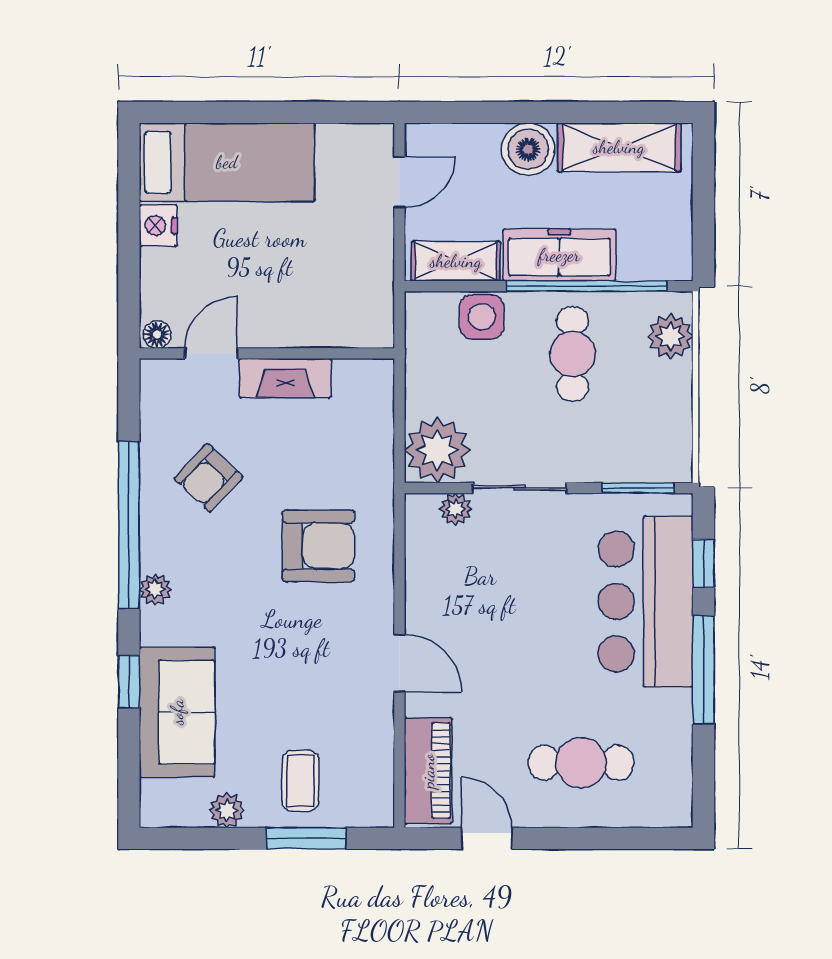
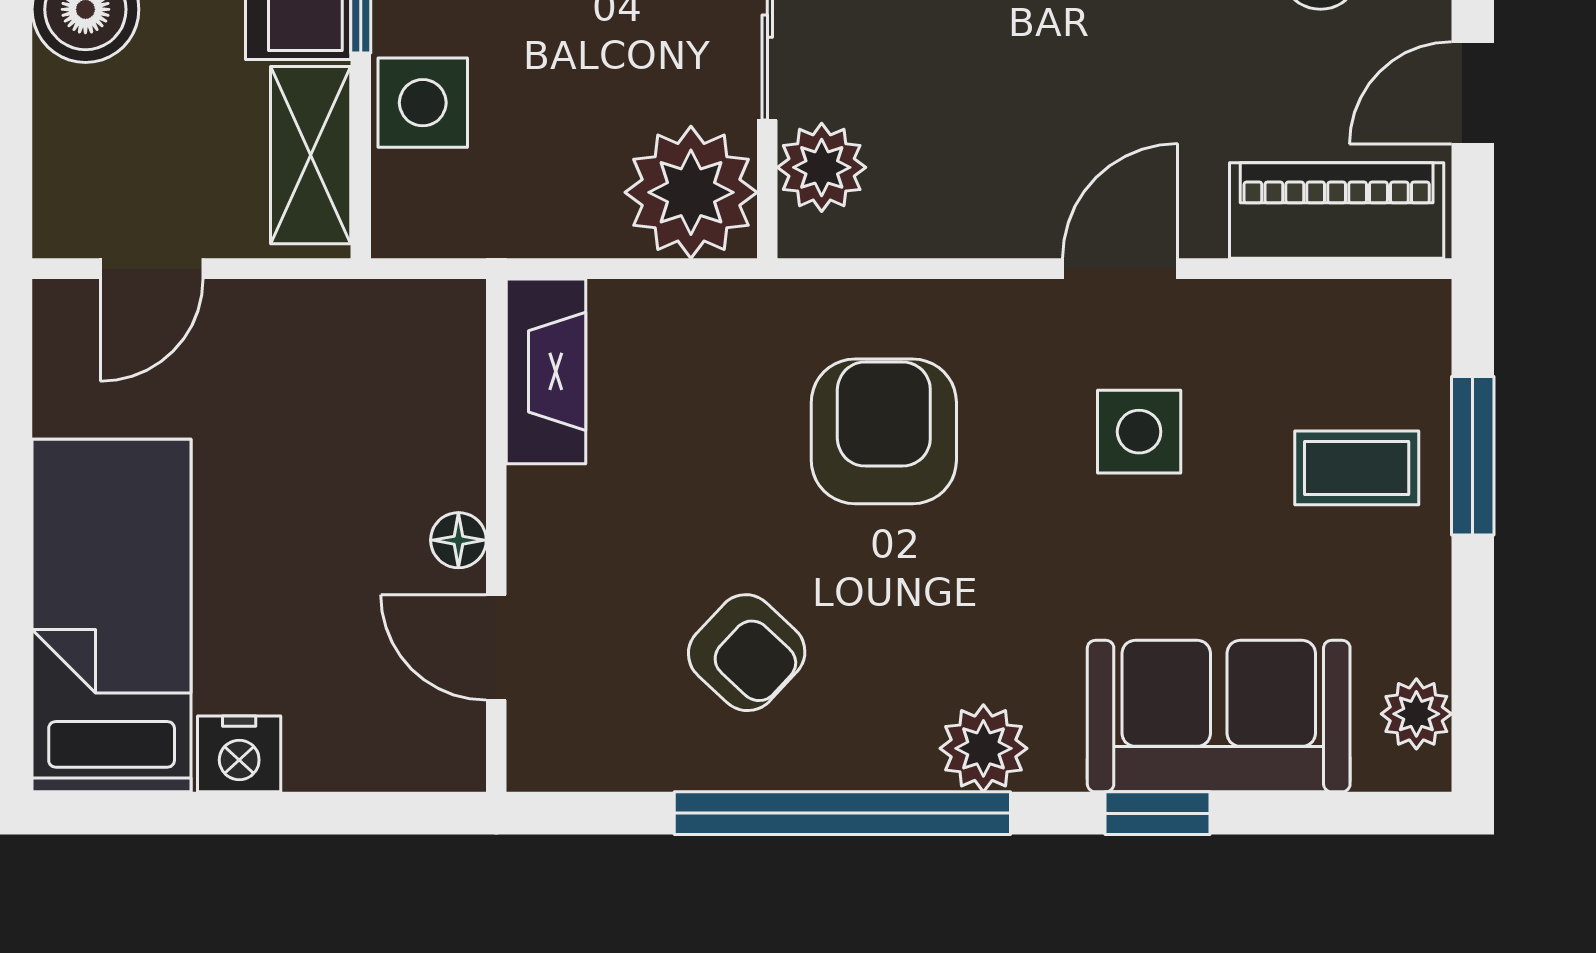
door: (399, 182) -> (152, 269), swing flipped
floor lamp: (157, 335) -> (458, 540), moved
fireplace: (285, 378) -> (546, 371), moved
plant: (456, 509) -> (822, 167), width x1.38, depth x1.38
plant: (155, 589) -> (983, 748), width x1.38, depth x1.38
side table: (318, 673) -> (1139, 432), added
plant: (227, 810) -> (1416, 714), moved

